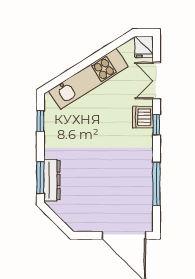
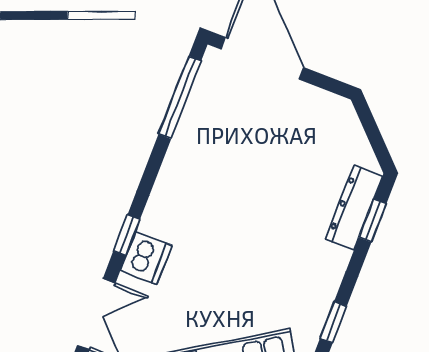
window: (40, 178) -> (373, 220), width x0.67
window: (157, 184) -> (180, 97), moved

